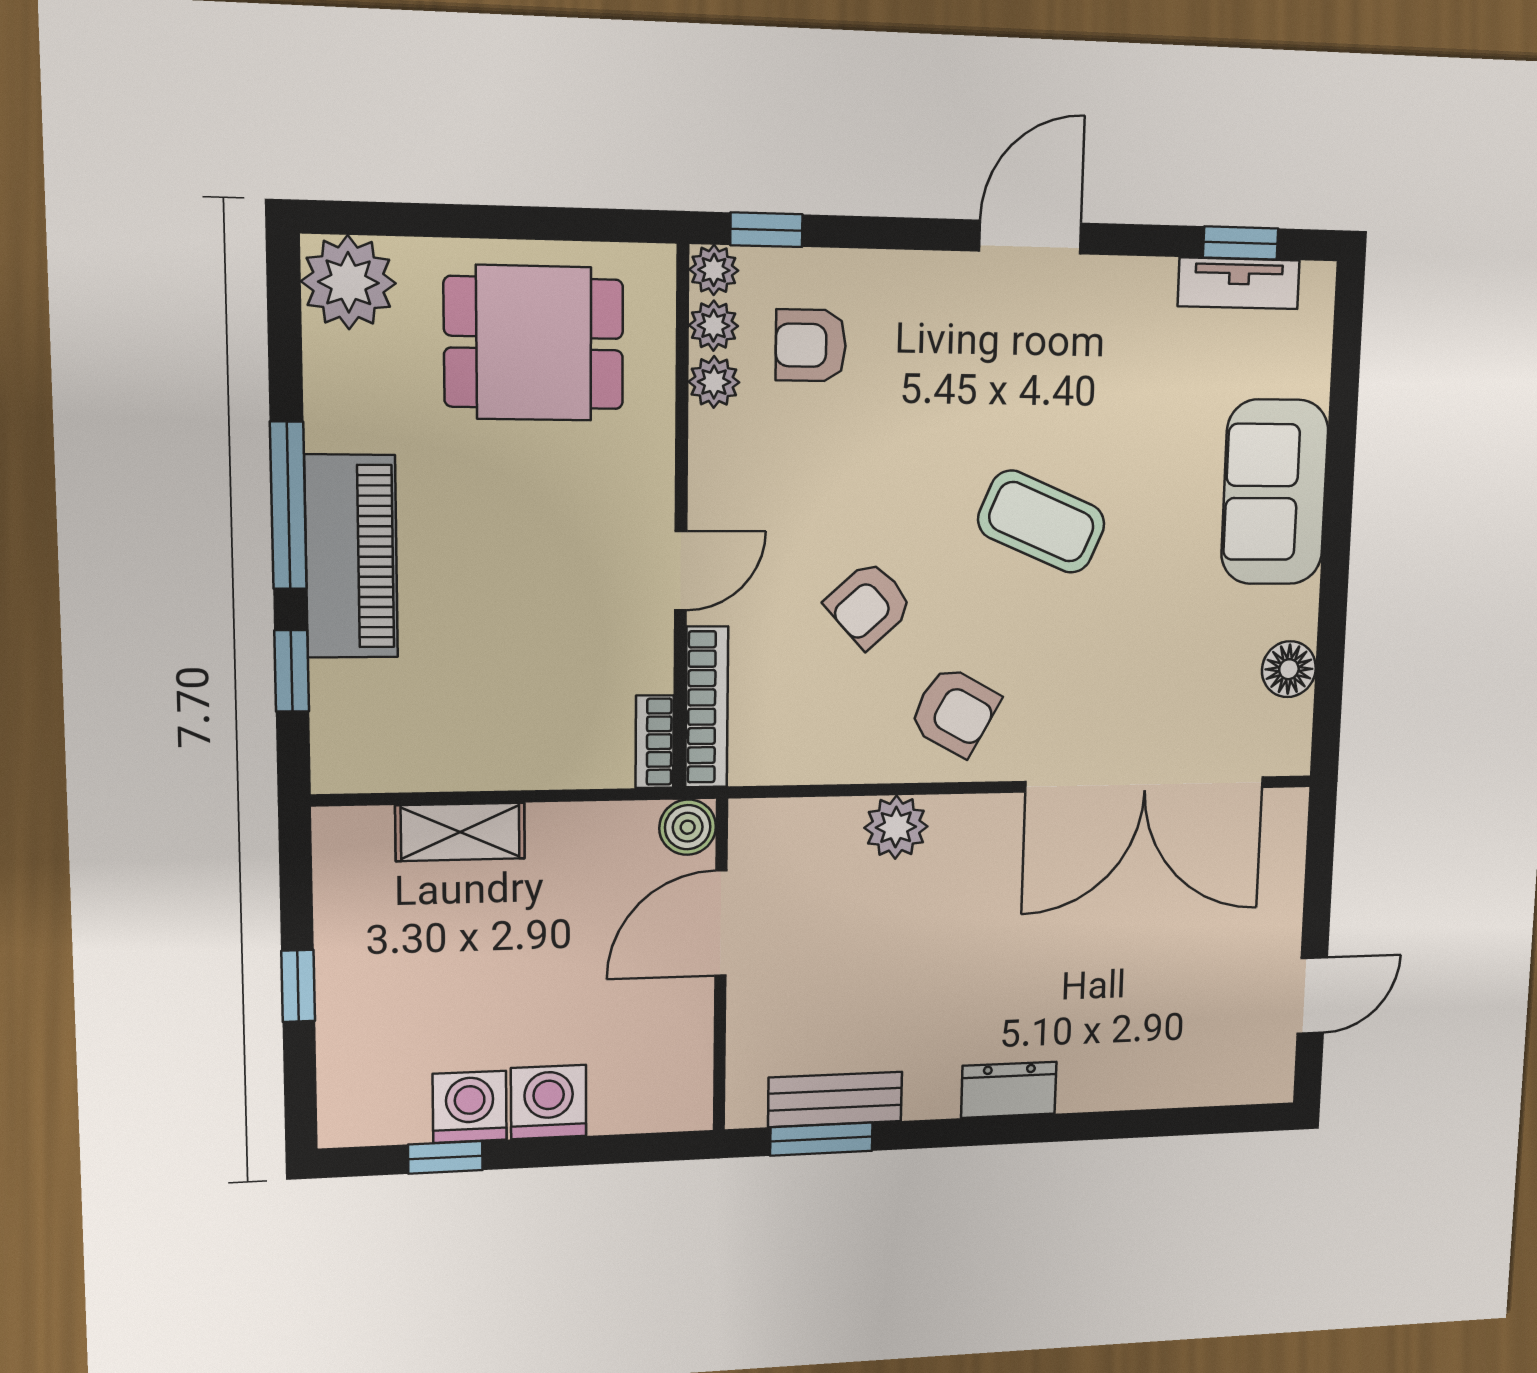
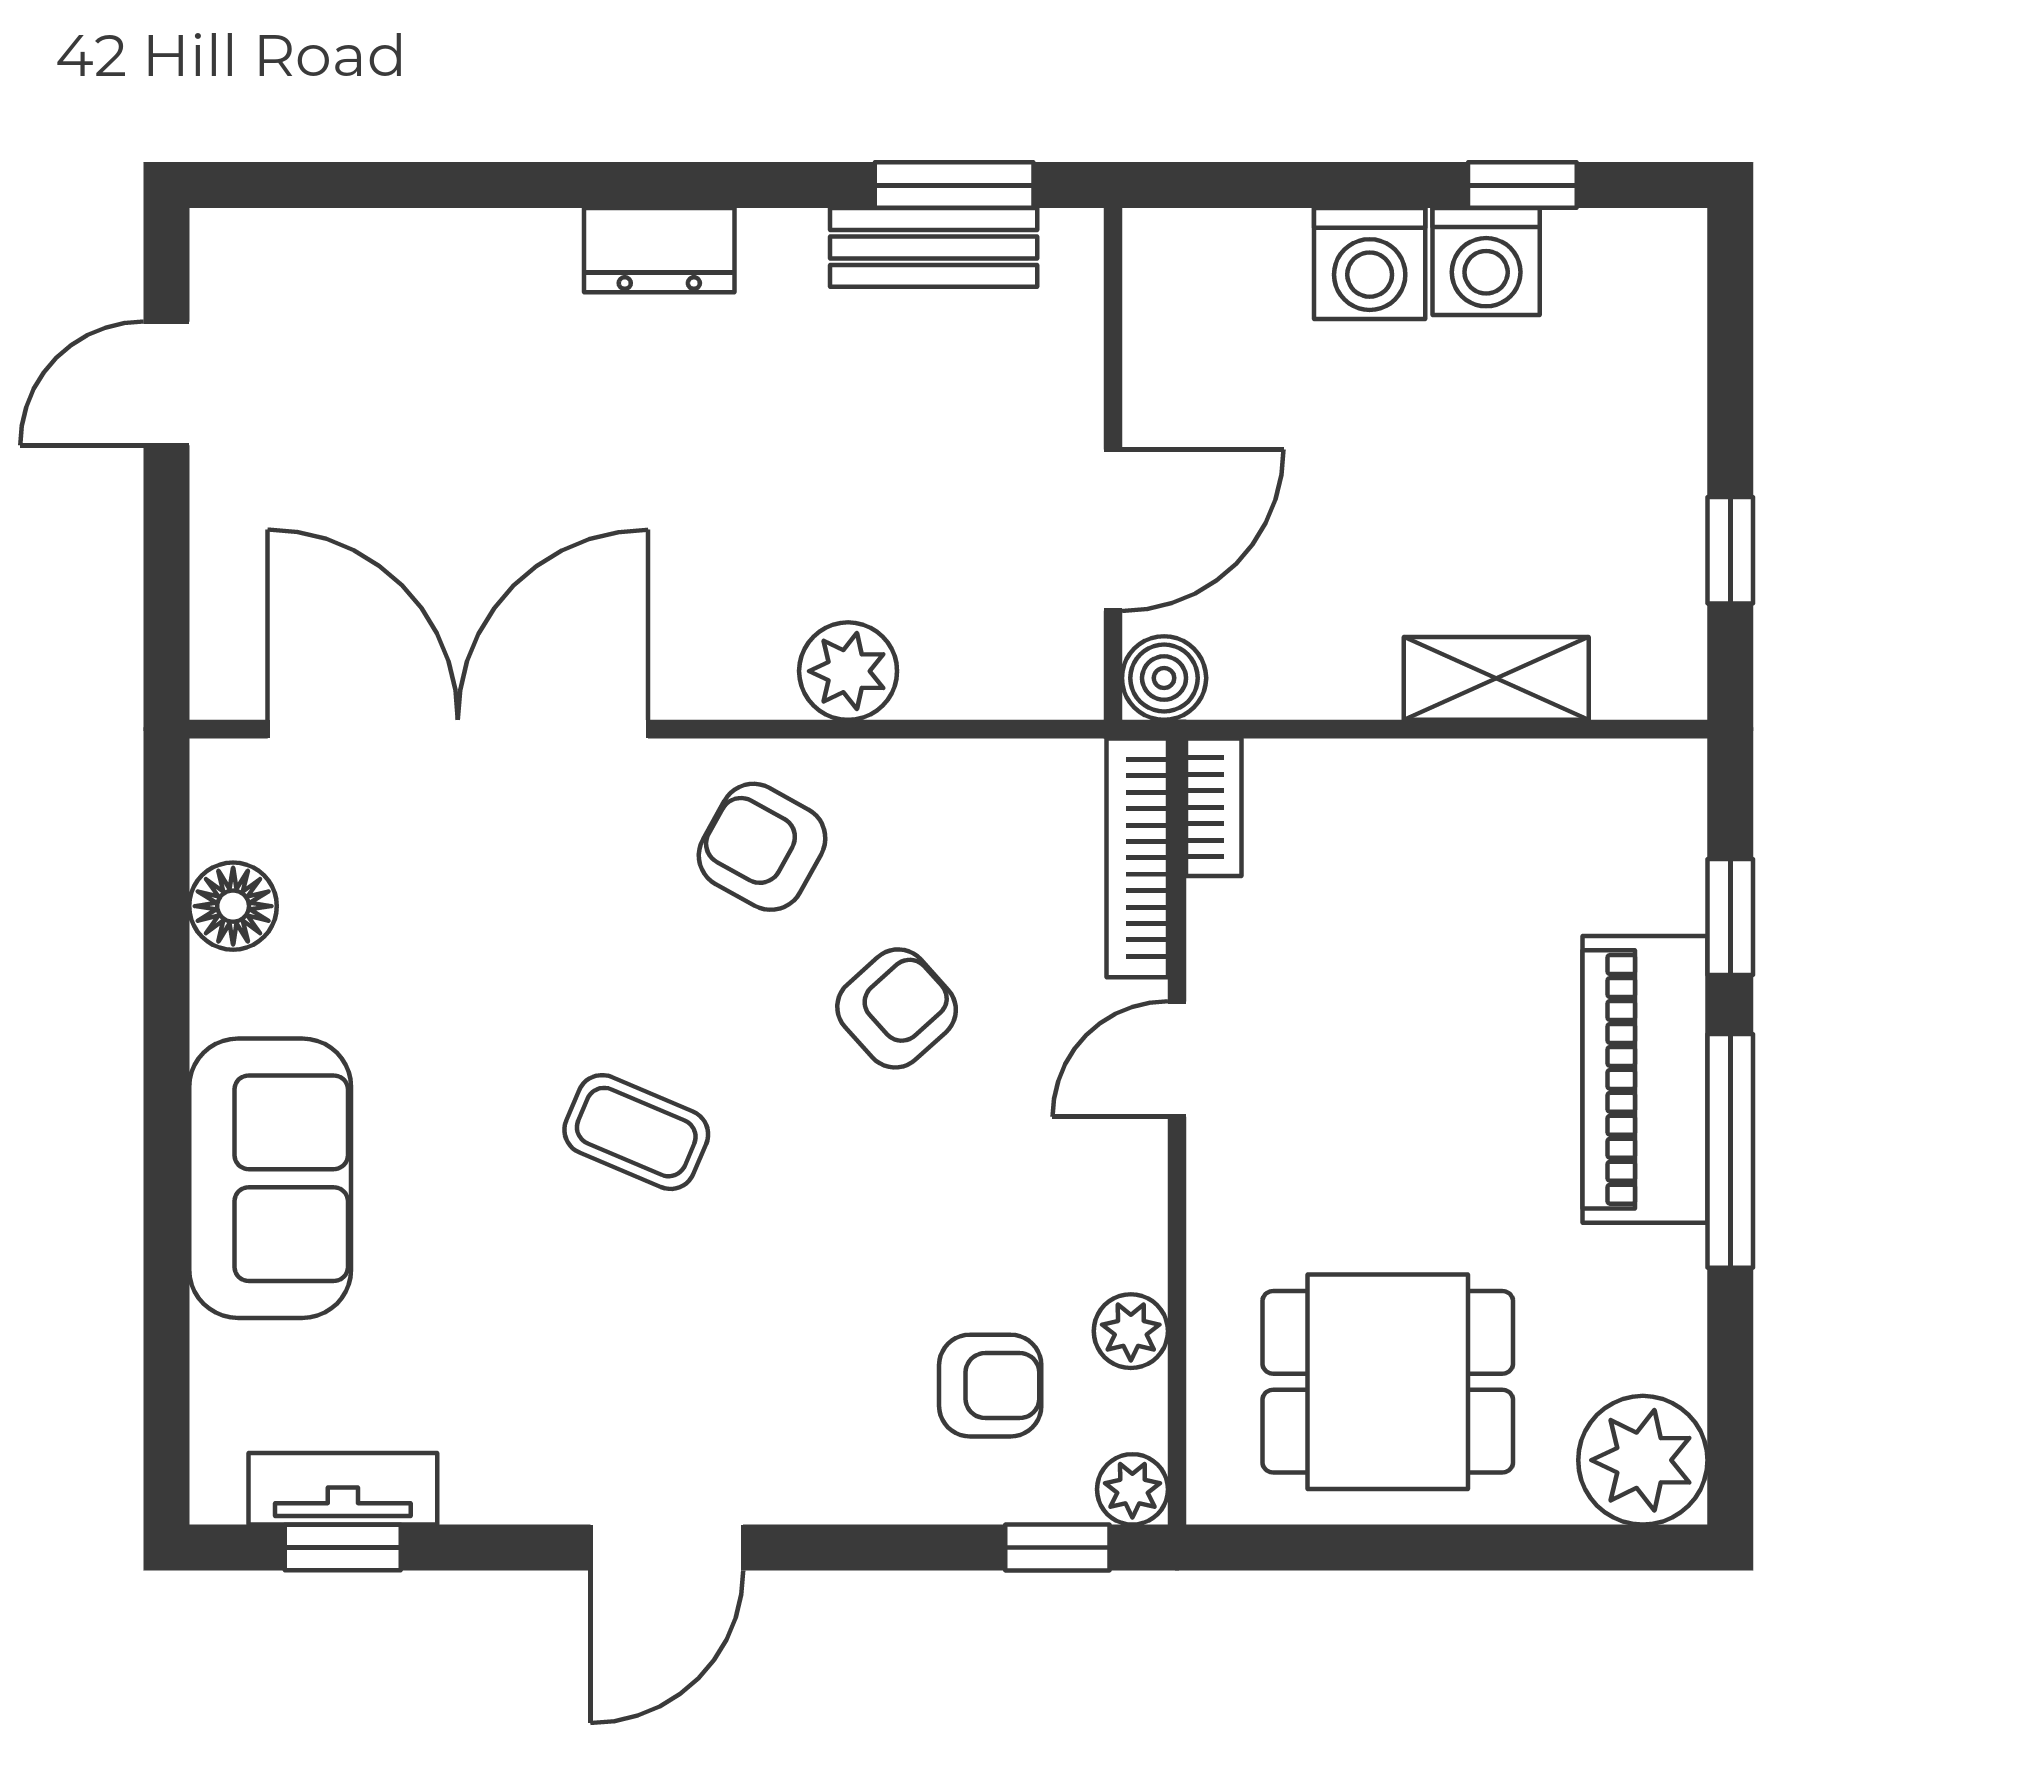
plant: (714, 326) -> (1132, 1411), removed
coffee table: (1041, 522) -> (636, 1132), width x0.73, depth x0.77
window: (298, 986) -> (1730, 550), moved

